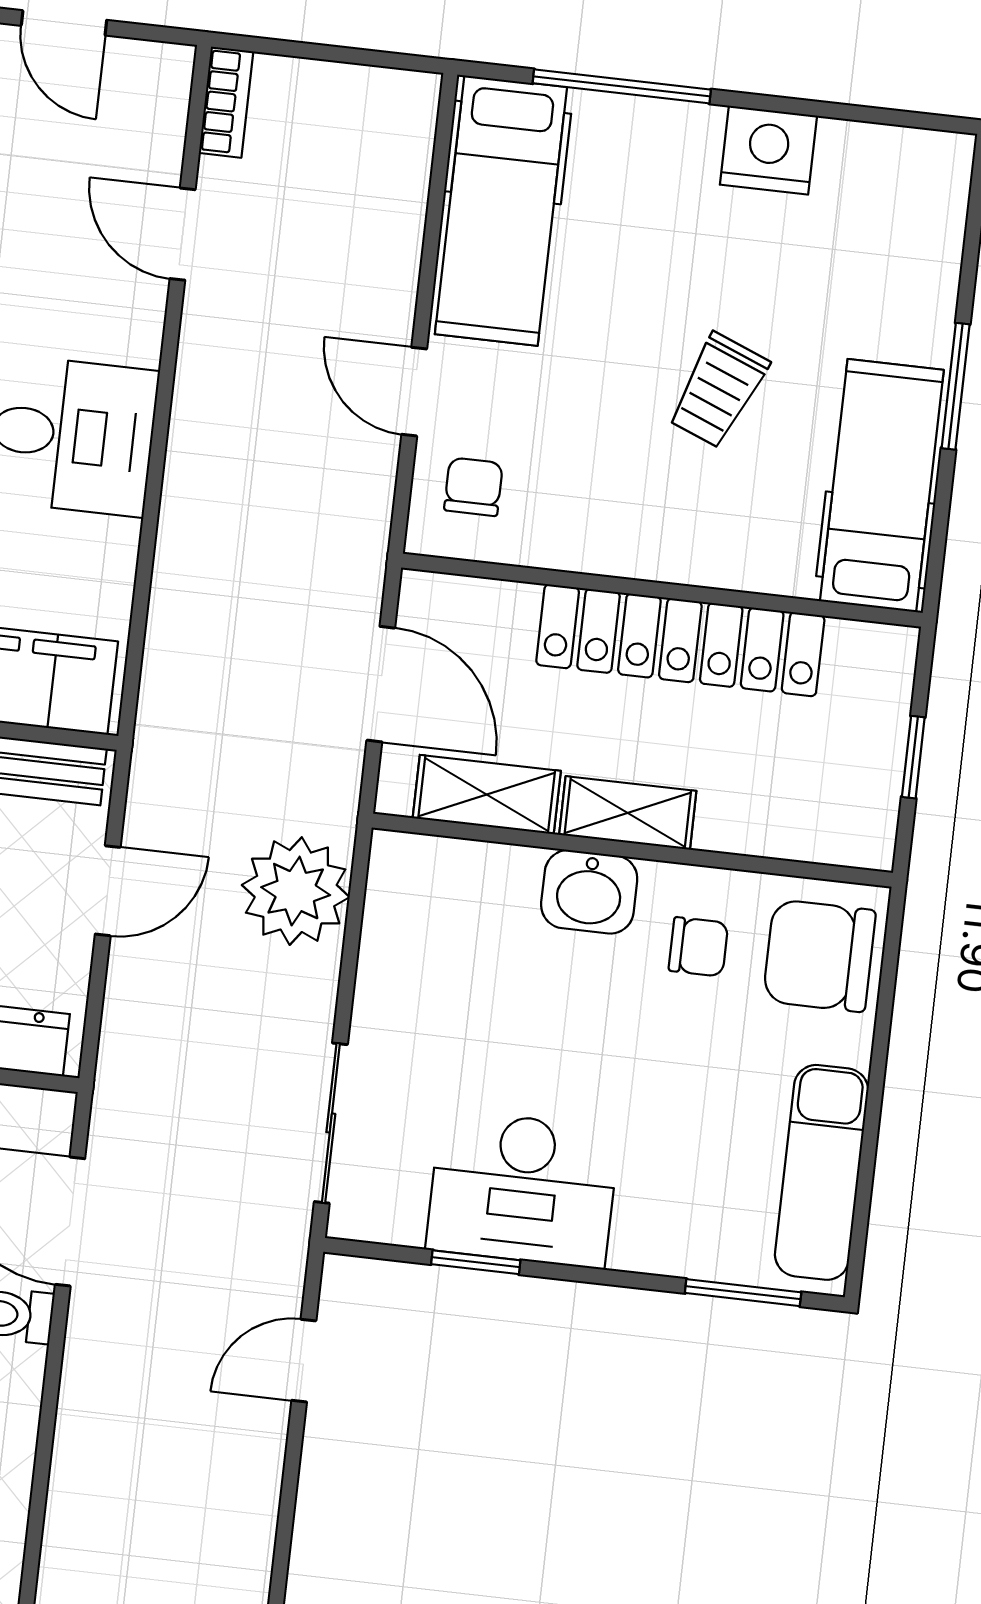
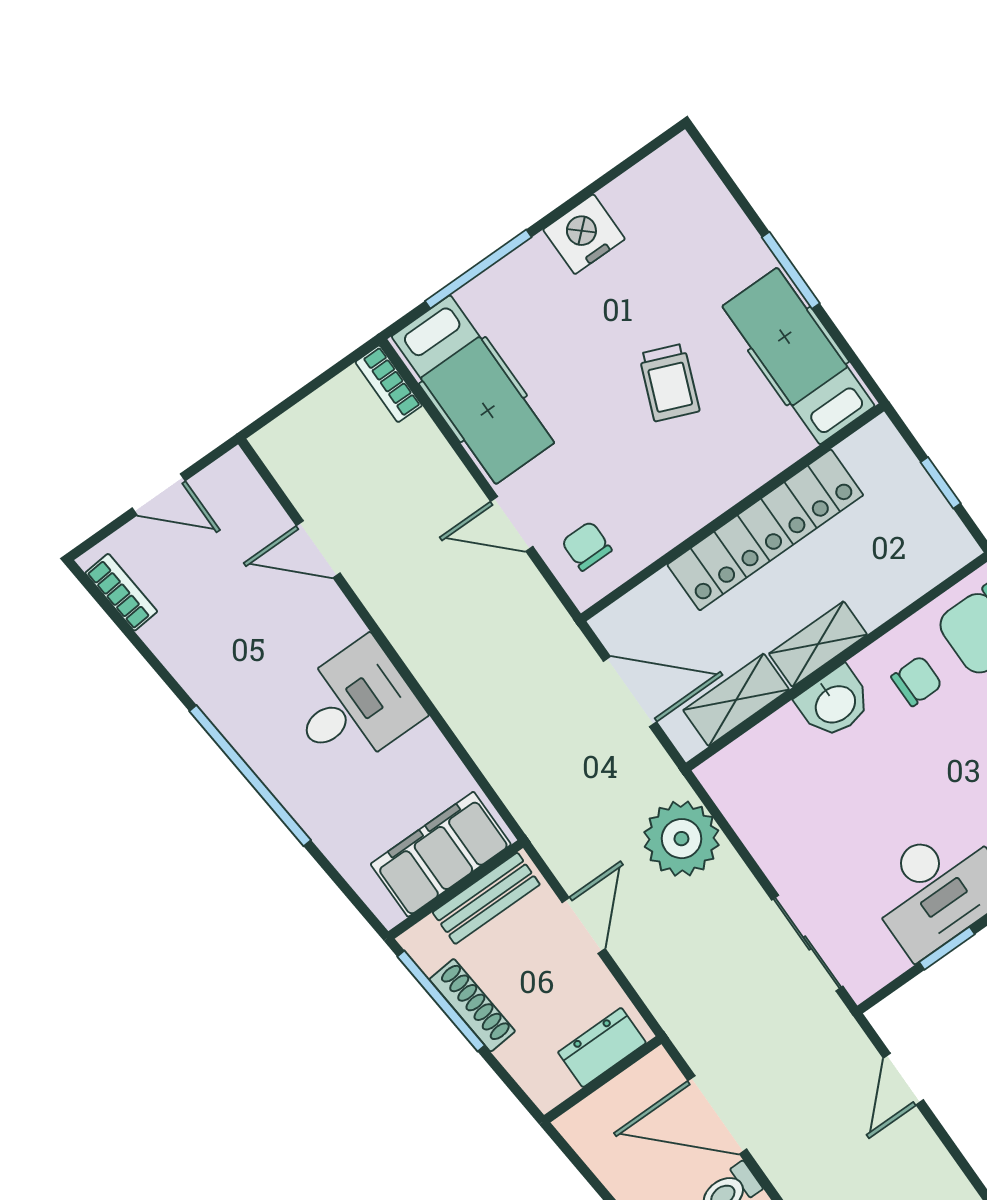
bookcase: (226, 102) -> (389, 384), moved, turned 180

